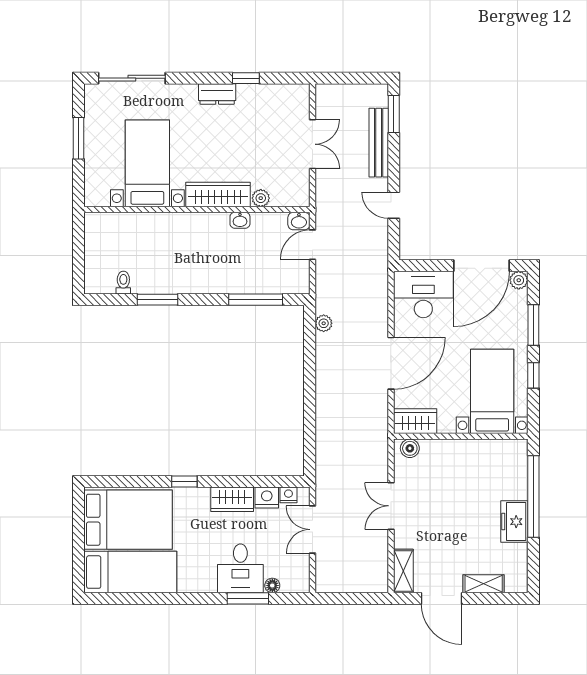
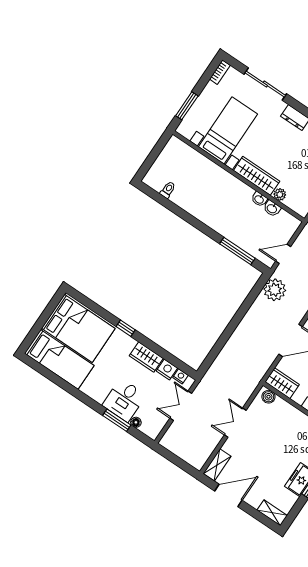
sliding door: (132, 78) -> (265, 84), moved
bookcase: (91, 100) -> (220, 72), added
window: (79, 138) -> (187, 106), moved
washbasin: (299, 221) -> (272, 208), moved
door: (312, 245) -> (283, 254), moved
window: (158, 300) -> (181, 213), removed
plant: (324, 323) -> (275, 290), width x1.87, depth x1.87
shelving: (484, 584) -> (272, 513), moved
door: (442, 598) -> (228, 496), swing flipped

